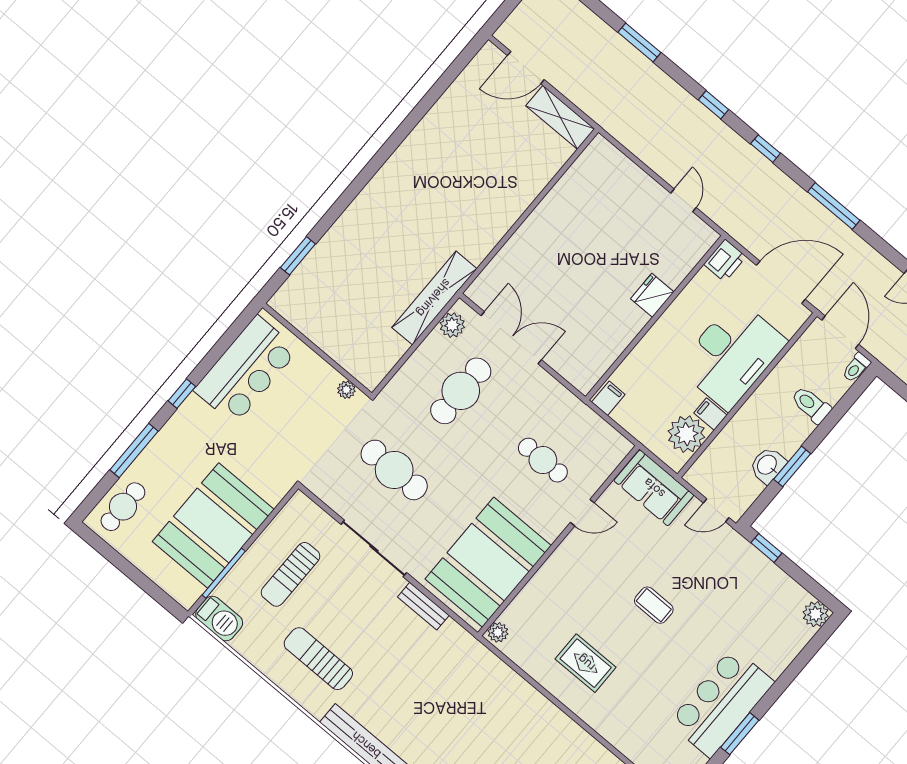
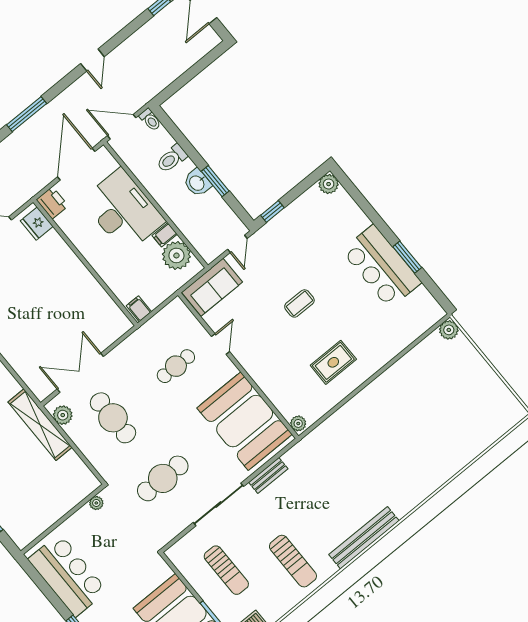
fridge: (652, 295) -> (37, 224), moved
washbasin: (768, 465) -> (197, 183), moved
sun lounger: (318, 659) -> (293, 561), turned -90

